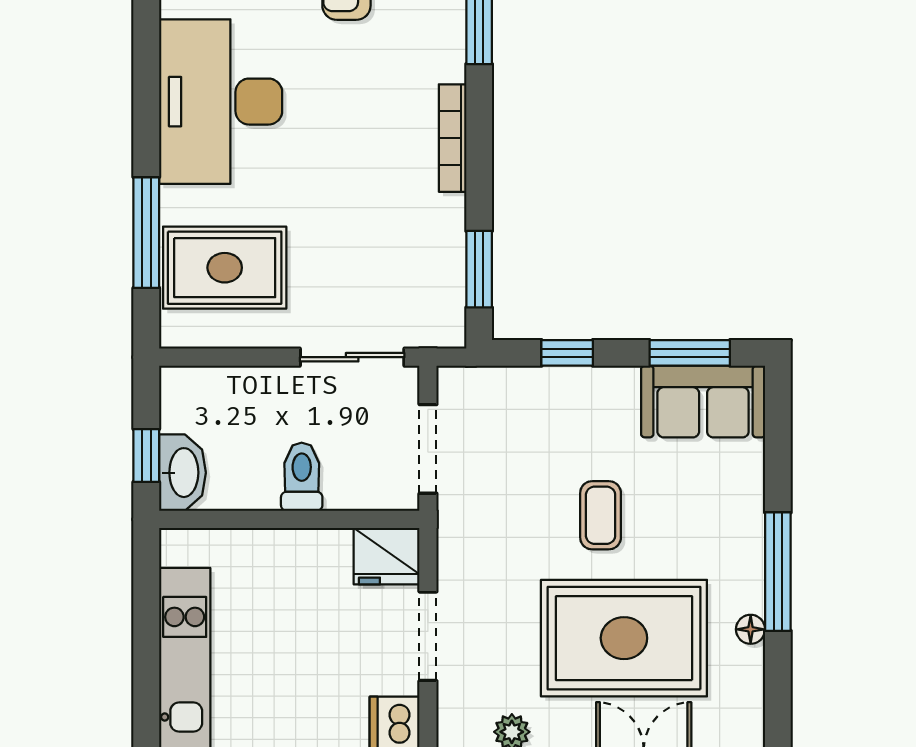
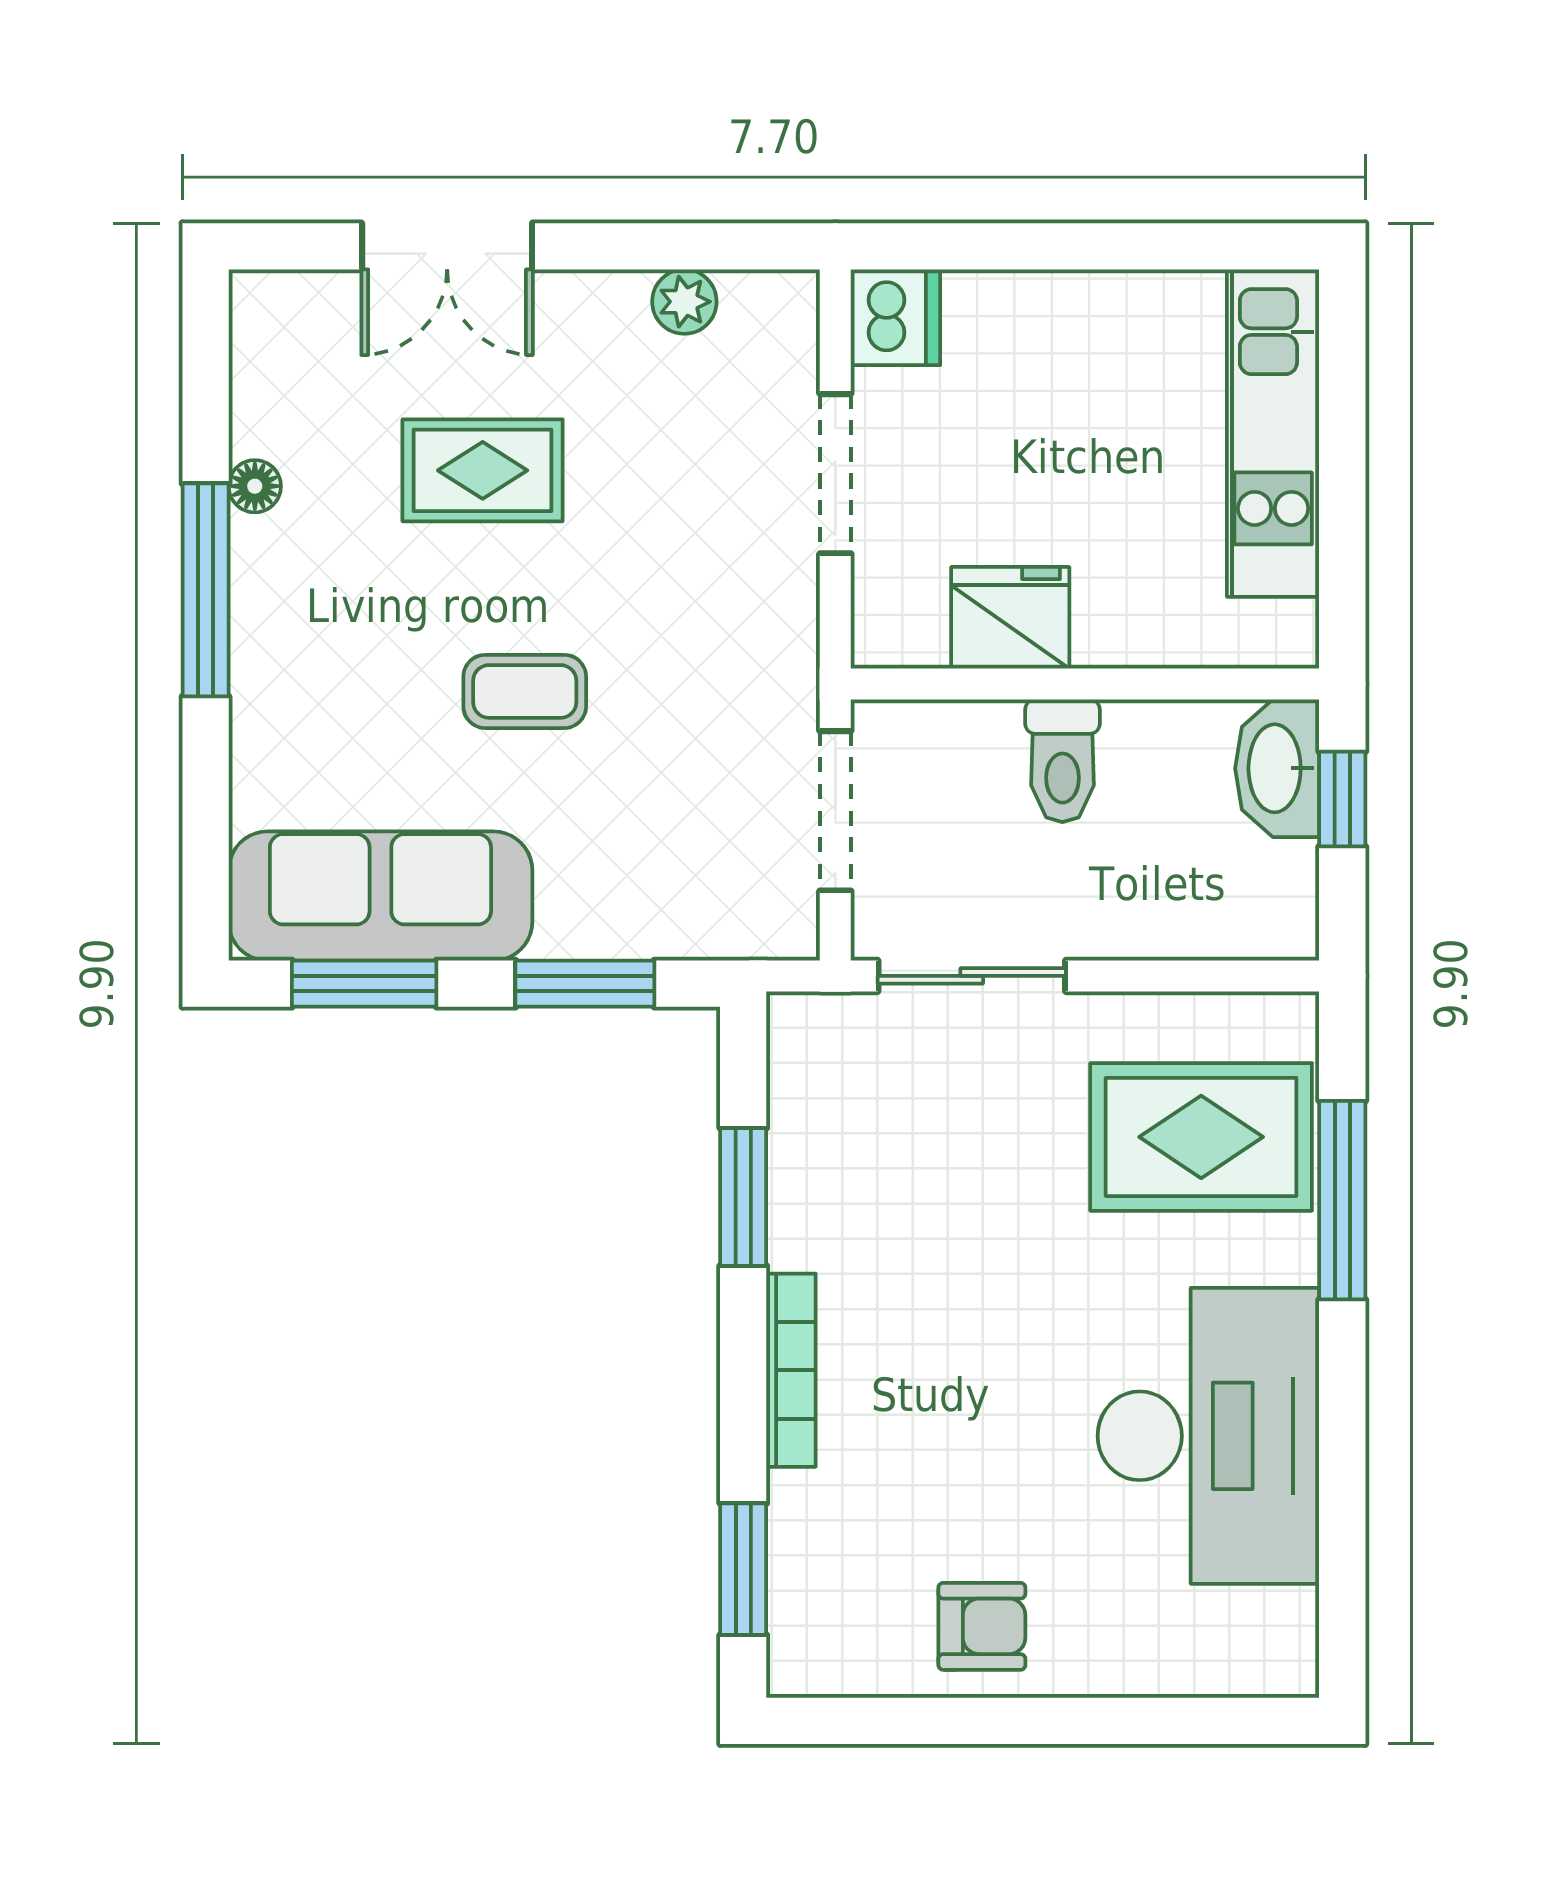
window: (479, 269) -> (743, 1197), moved
window: (567, 353) -> (585, 984), width x1.50
sofa: (703, 402) -> (380, 896), width x1.36
coffee table: (601, 515) -> (525, 691), turned 90
fridge: (387, 556) -> (1010, 618), moved
rug: (624, 638) -> (483, 470), width x0.54, depth x0.49

